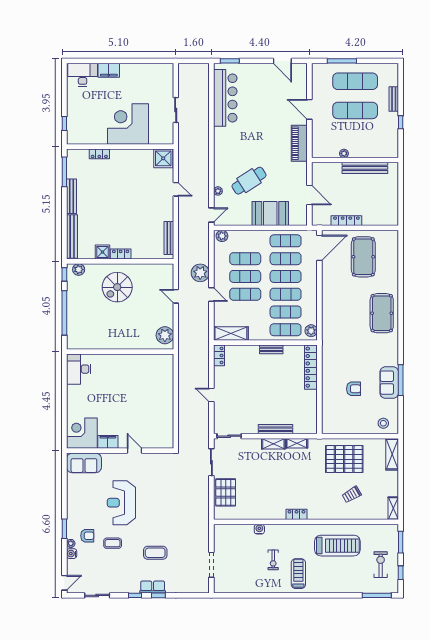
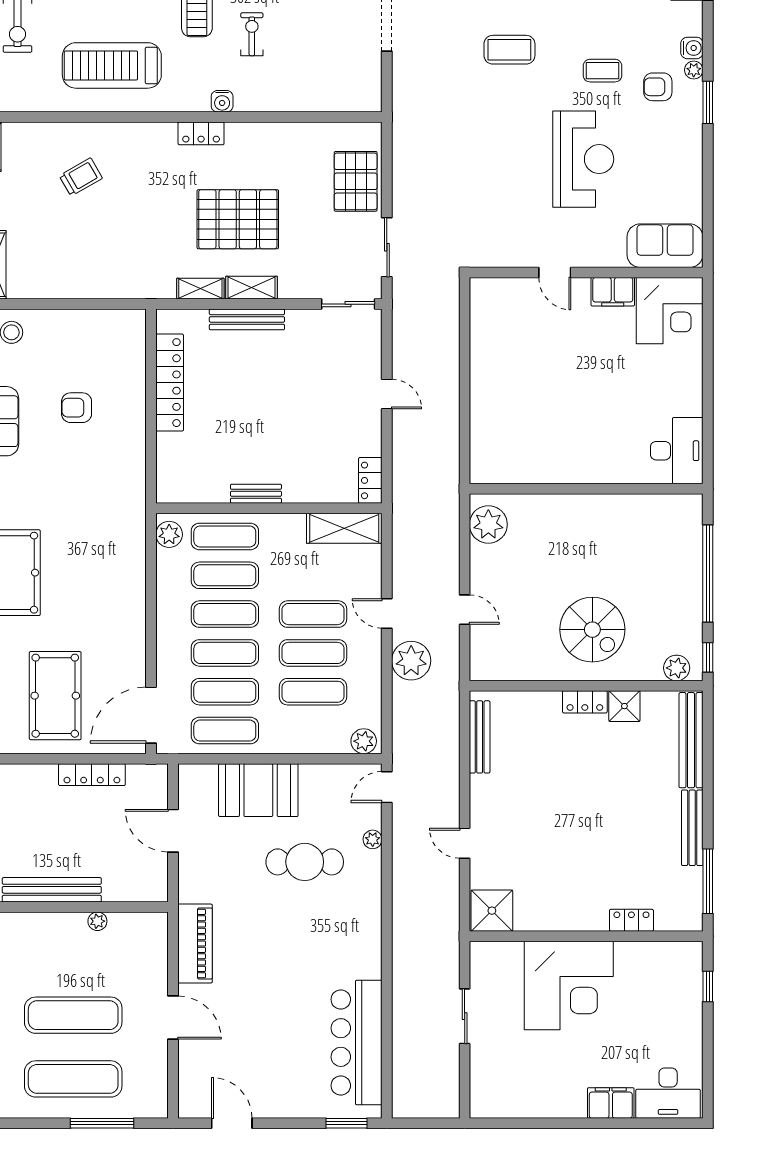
cafe table: (249, 181) -> (305, 862), turned 33
spiral stairs: (117, 287) -> (592, 630), turned 90
locker: (311, 367) -> (170, 383), moved
pallet: (344, 459) -> (238, 219), moved
water cooler: (259, 529) -> (222, 101), moved

